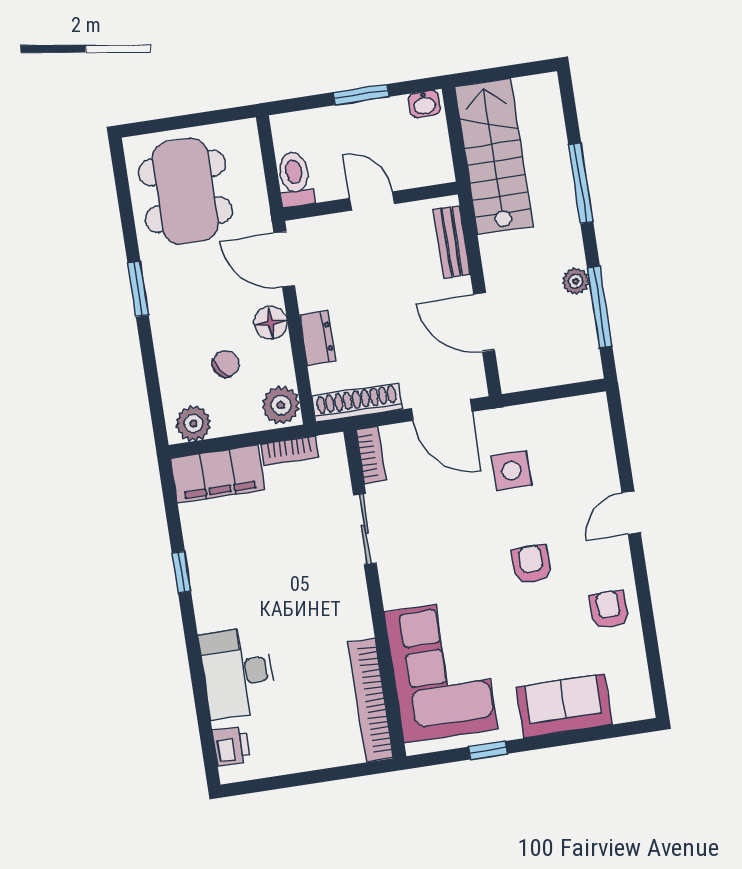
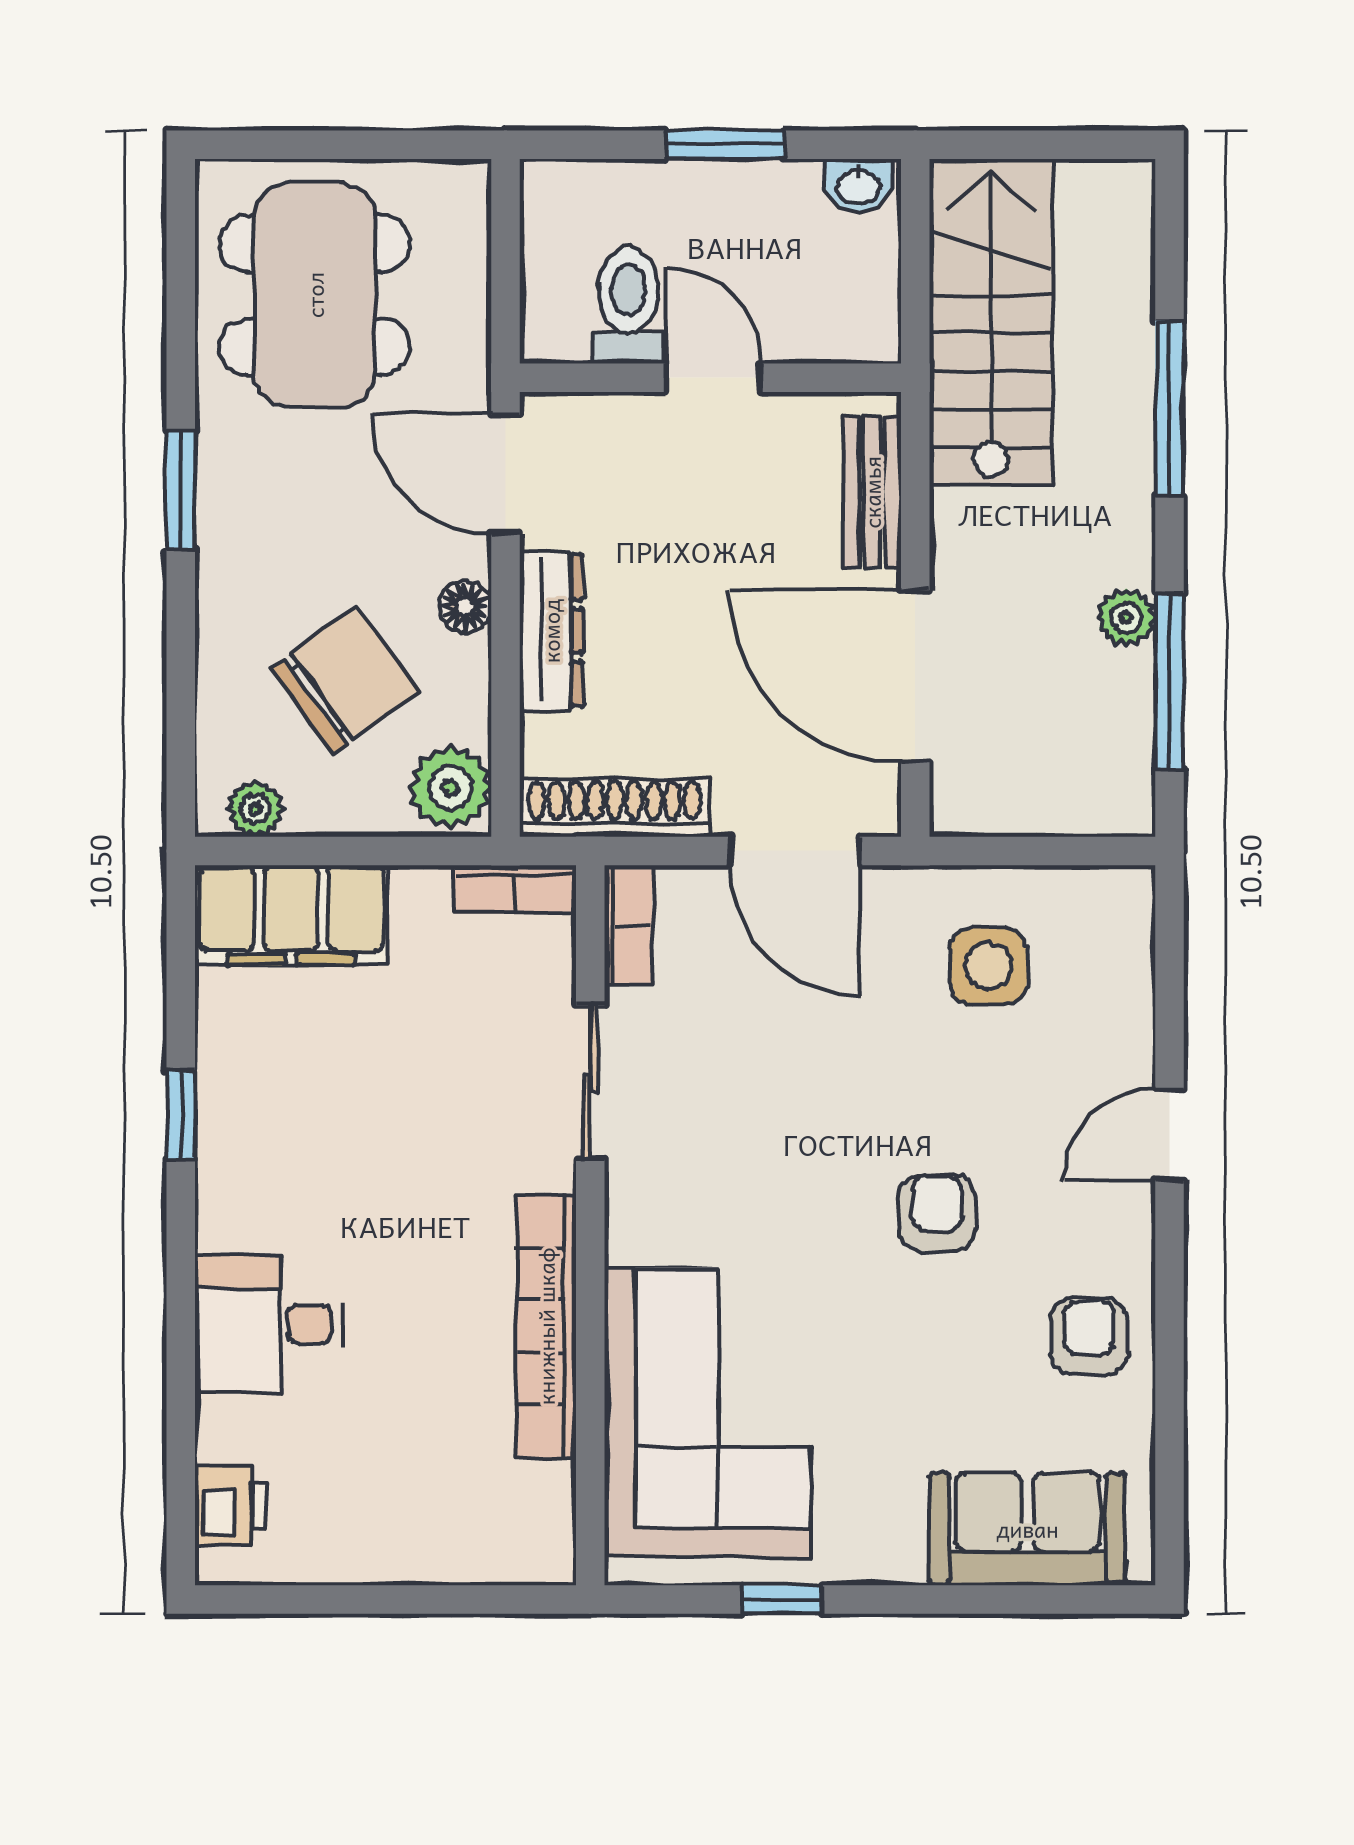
toilet: (295, 179) -> (628, 306), moved
door: (484, 322) -> (915, 676), width x1.36
floor lamp: (271, 323) -> (465, 607), width x0.73, depth x0.73
dresser: (318, 338) -> (551, 631), width x1.44
chair: (226, 364) -> (345, 680), width x1.87, depth x1.87
plant: (193, 424) -> (255, 809), width x0.73, depth x0.73
bookcase: (290, 451) -> (515, 889), moved
side table: (511, 471) -> (988, 966), moved
desk: (238, 673) -> (269, 1324), width x0.73
bookcase: (371, 700) -> (546, 1326), moved
sofa: (564, 706) -> (1028, 1529), moved

